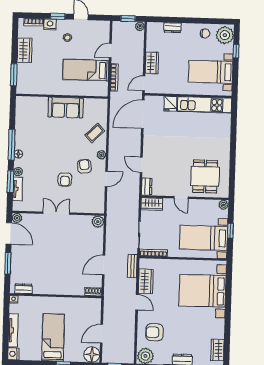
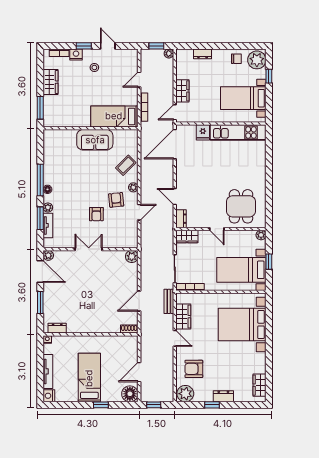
bed: (86, 70) -> (114, 116), moved

